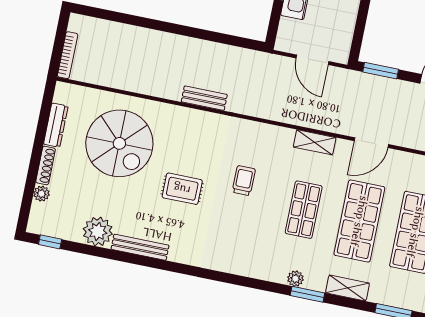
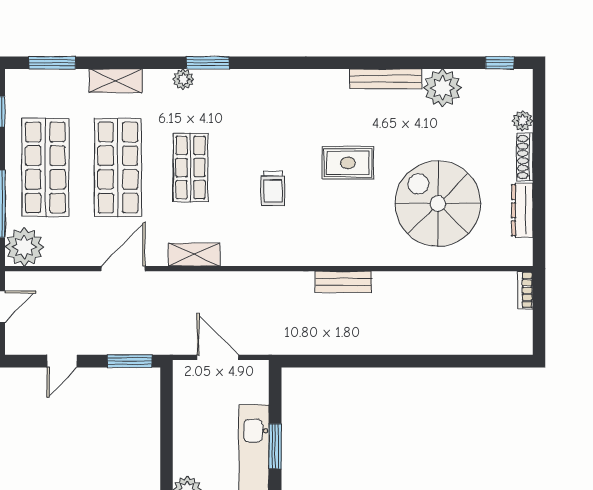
bookcase: (68, 55) -> (525, 290), width x0.64
window: (307, 294) -> (208, 63), moved

